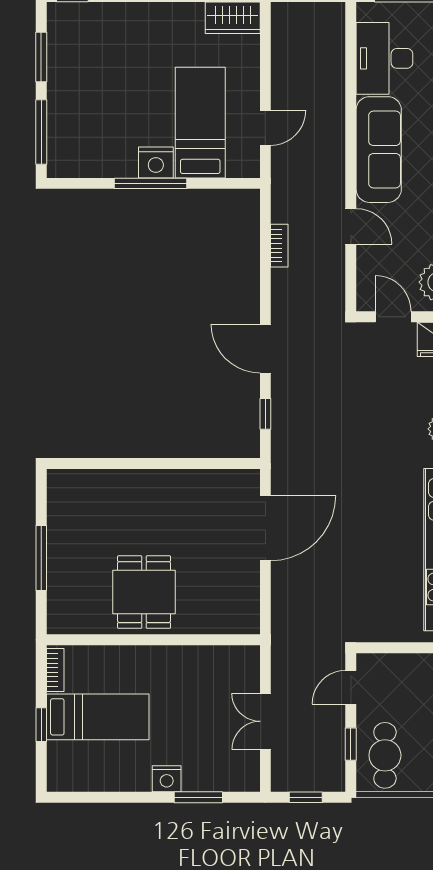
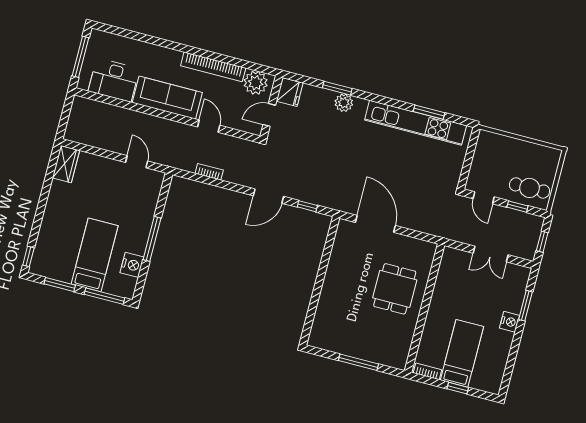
bed: (200, 123) -> (95, 255), moved, turned 90
nightstand: (156, 163) -> (132, 265), moved
door: (351, 226) -> (209, 126), hinge flipped
dining table: (144, 592) -> (395, 289), moved, turned 90

